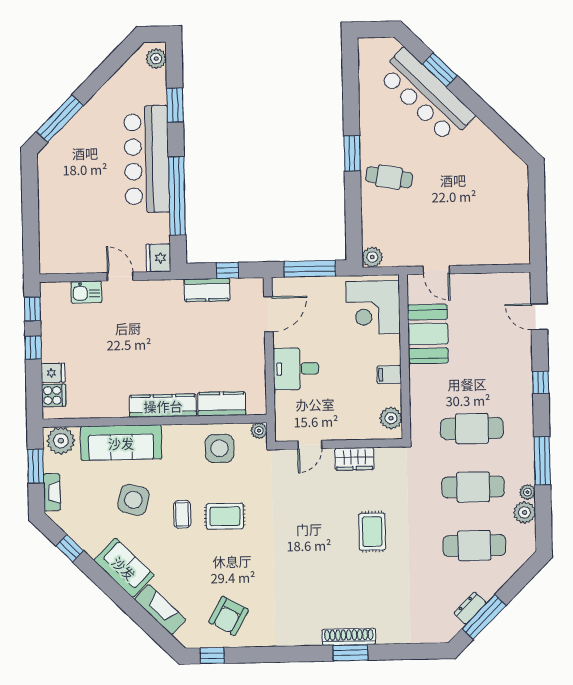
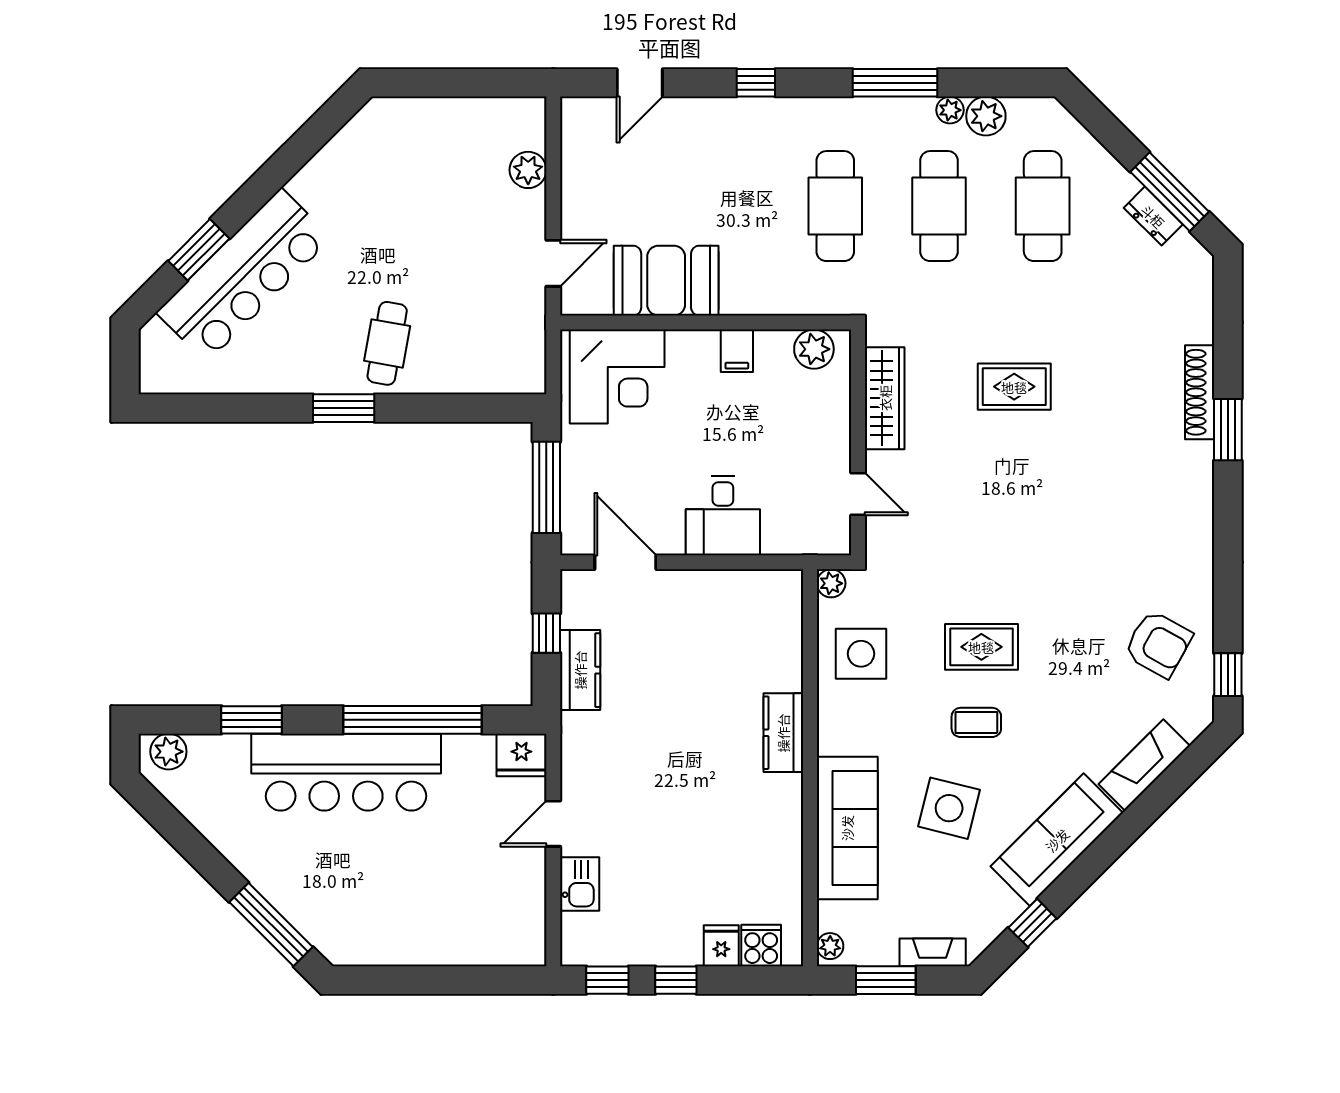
plant: (372, 257) -> (528, 170), moved
kitchen counter: (222, 404) -> (782, 648), removed
kitchen counter: (163, 406) -> (783, 733), width x0.67
plant: (61, 441) -> (830, 946), width x0.53, depth x0.53
wardrobe: (354, 459) -> (885, 398), width x1.50
rug: (225, 516) -> (981, 647), turned 90
sofa: (124, 568) -> (1057, 840), width x1.36
shoe rack: (349, 637) -> (1200, 392), moved

